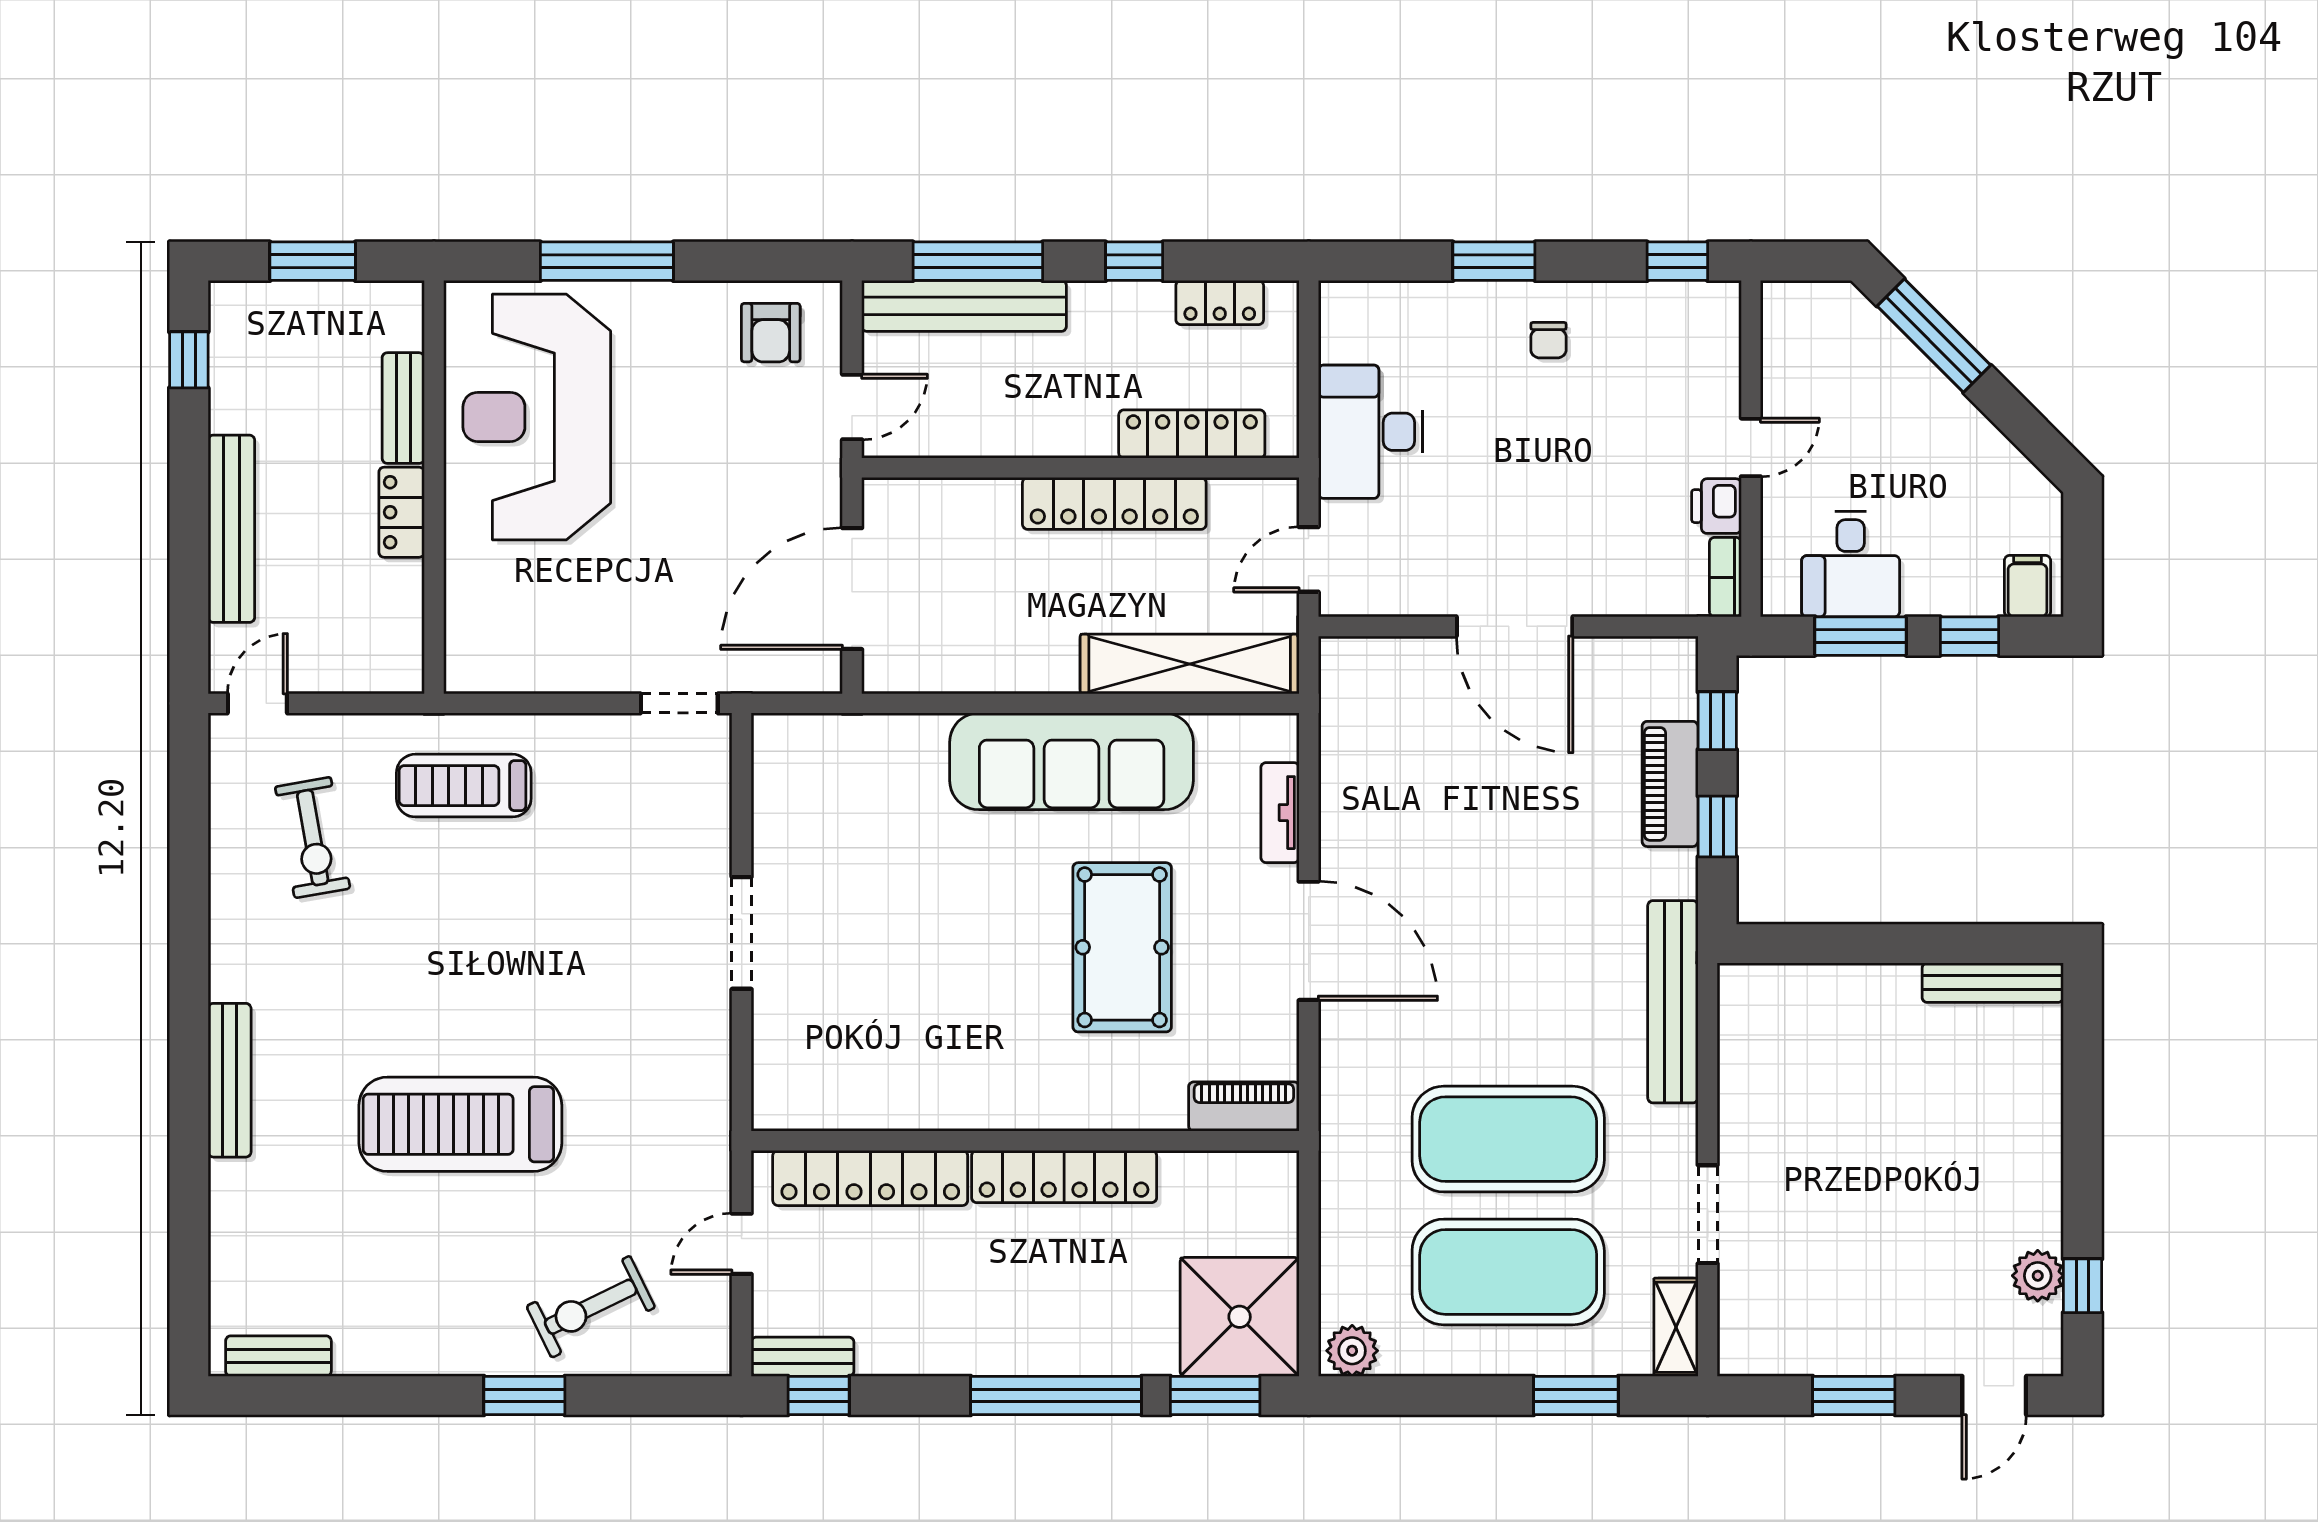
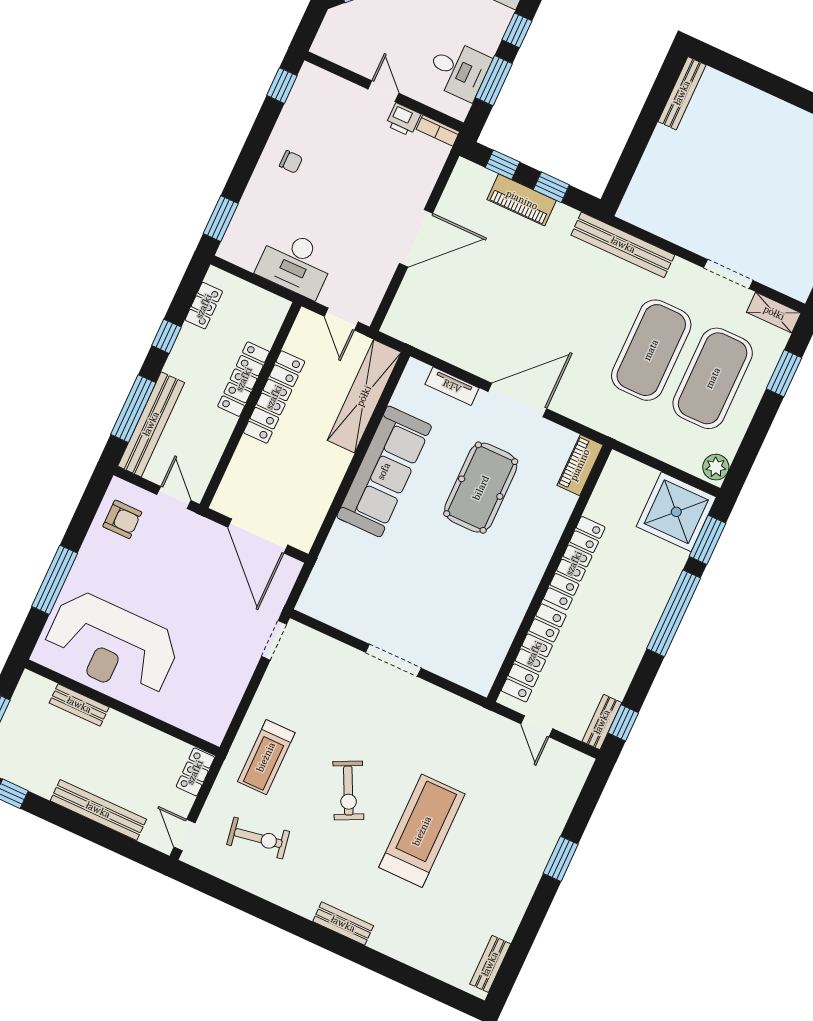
window: (1494, 261) -> (221, 219), moved
locker: (1192, 434) -> (244, 379), moved
locker: (402, 512) -> (195, 772), moved, turned 90
pool table: (1122, 947) -> (481, 488), turned 90
bench: (230, 1080) -> (343, 924), width x0.73
treadmill: (460, 1124) -> (422, 831), turned 180
exercise bike: (591, 1307) -> (348, 791), moved

